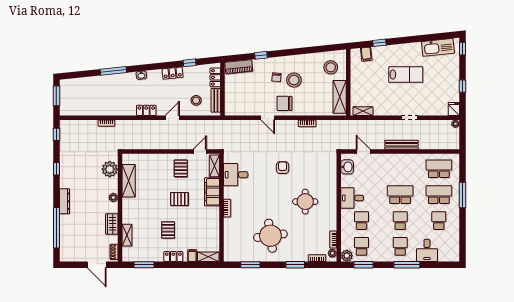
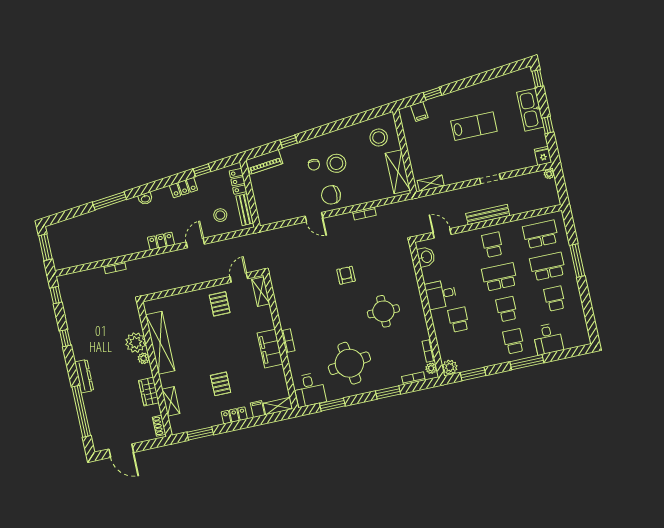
kitchen sink: (438, 47) -> (530, 110), moved, turned 96
plant: (110, 169) -> (136, 343), moved
desk: (236, 175) -> (309, 390), moved, turned -90
shelving: (129, 181) -> (160, 343), width x1.47
filing cabinet: (212, 192) -> (270, 349), moved
pallet: (179, 199) -> (226, 342), removed
school desk: (362, 246) -> (493, 245), moved
door: (97, 265) -> (121, 451), moved

